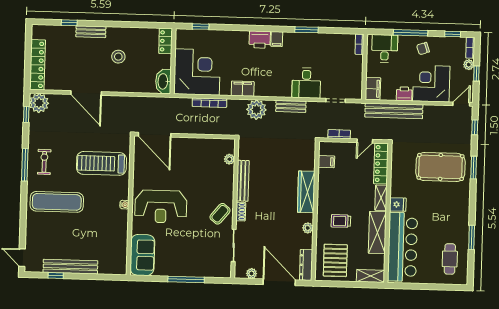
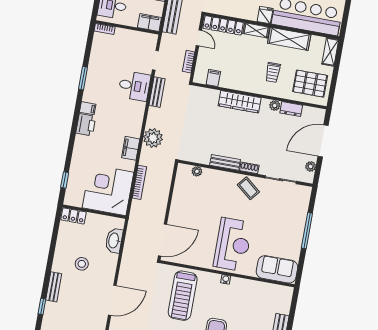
washbasin: (163, 81) -> (114, 241), moved, turned 90
bench: (291, 106) -> (157, 92), moved
bench: (243, 181) -> (225, 162), width x0.73
dresser: (306, 265) -> (291, 109), moved, width x0.70

